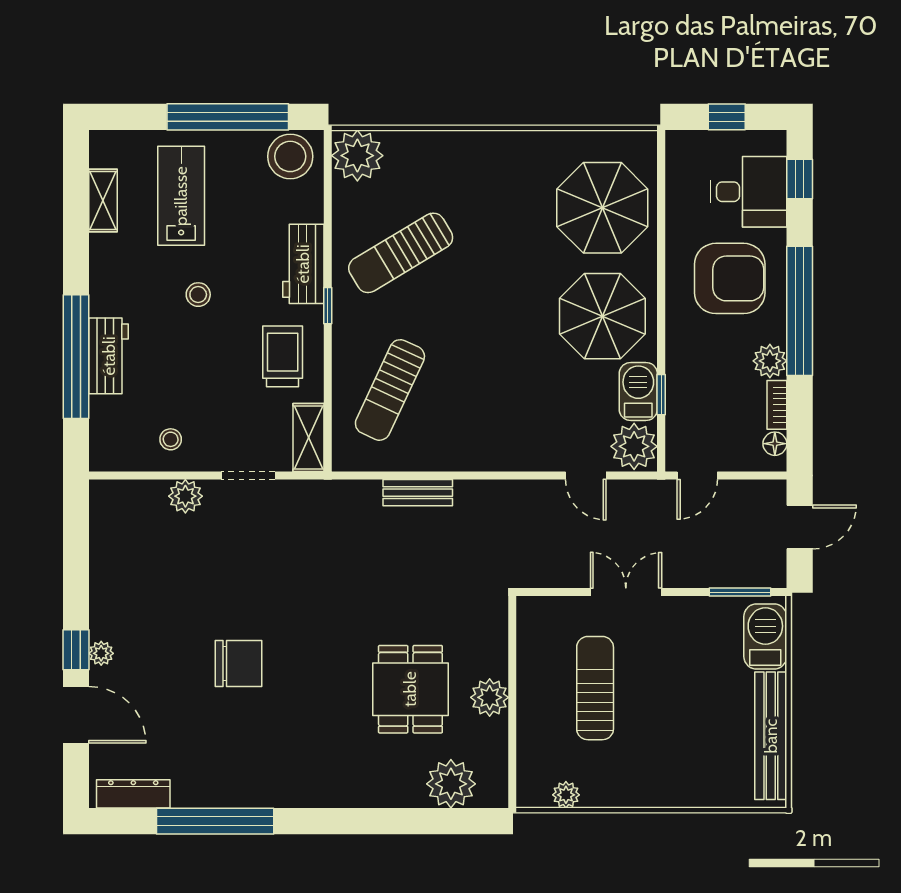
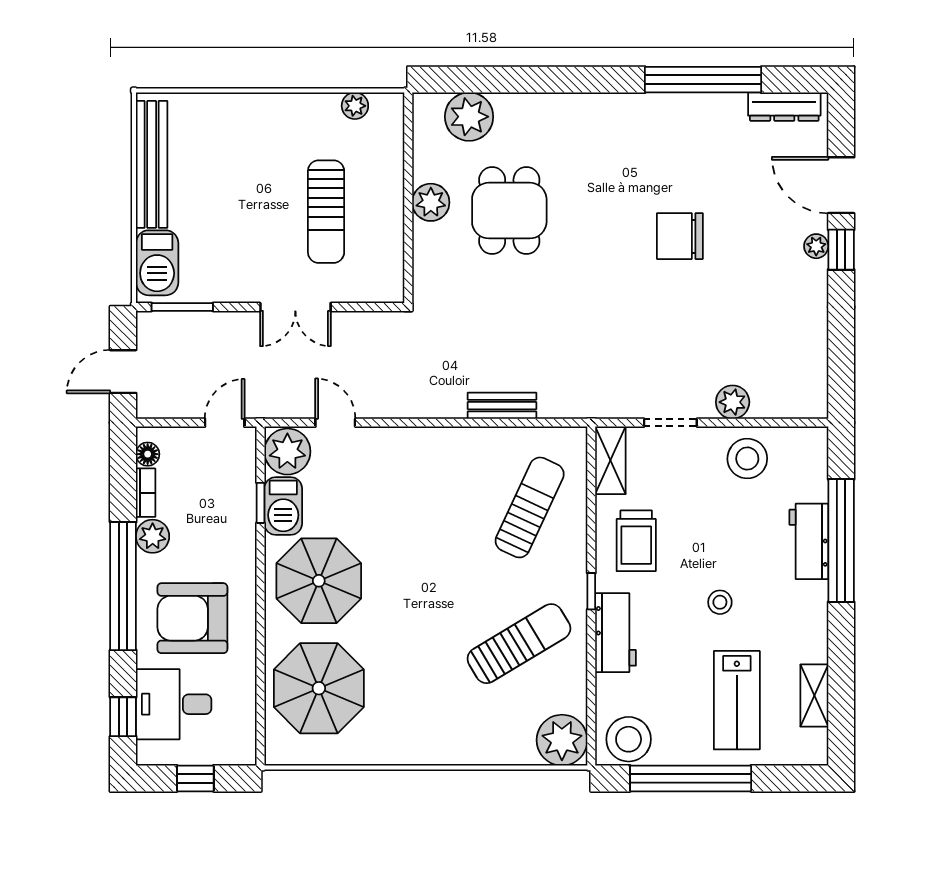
stool: (171, 439) -> (747, 459), width x1.89, depth x1.89

